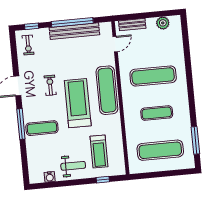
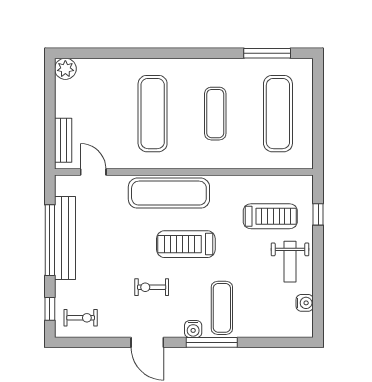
plant: (163, 23) -> (65, 69), moved
treadmill: (78, 103) -> (186, 244), width x0.73, depth x0.73
water cooler: (28, 112) -> (193, 329), added
weight bench: (73, 166) -> (290, 262), turned 180

